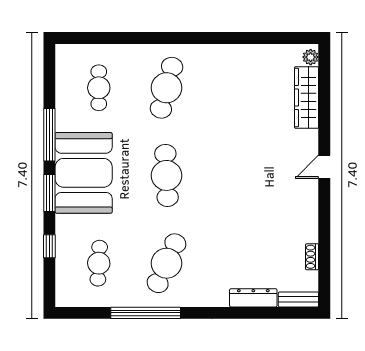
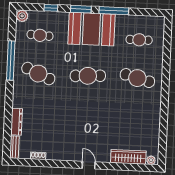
plant: (66, 296) -> (22, 16), added

